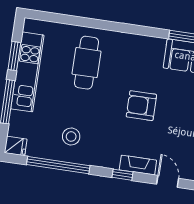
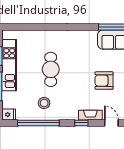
cafe table: (86, 63) -> (51, 69), moved
armchair: (141, 106) -> (104, 81), moved

